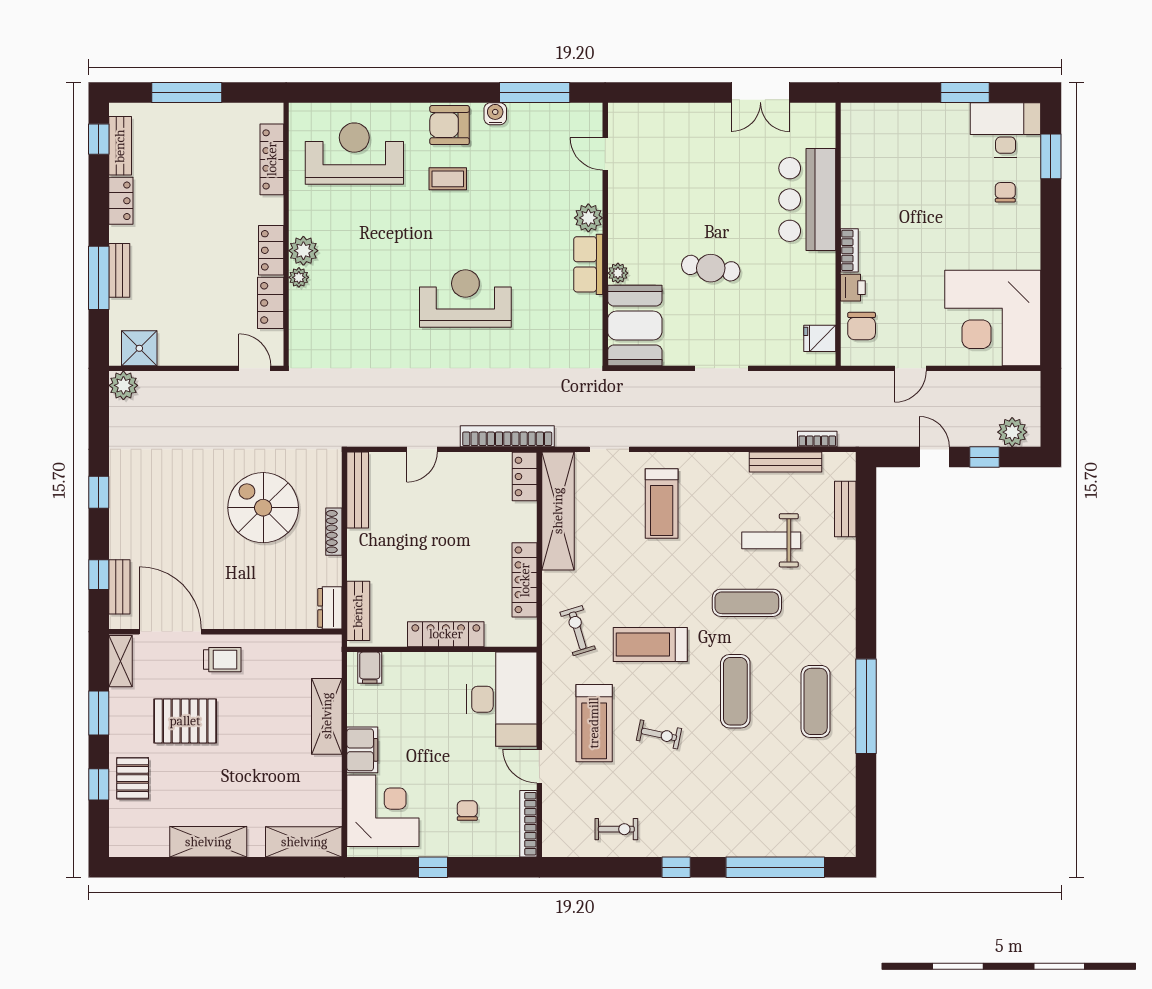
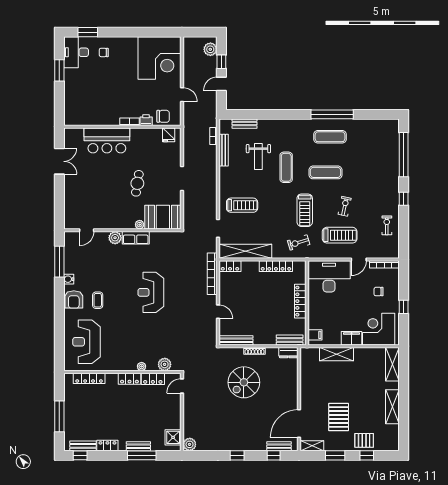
plant: (303, 251) -> (165, 364), moved
trolley: (222, 660) -> (311, 400), removed

